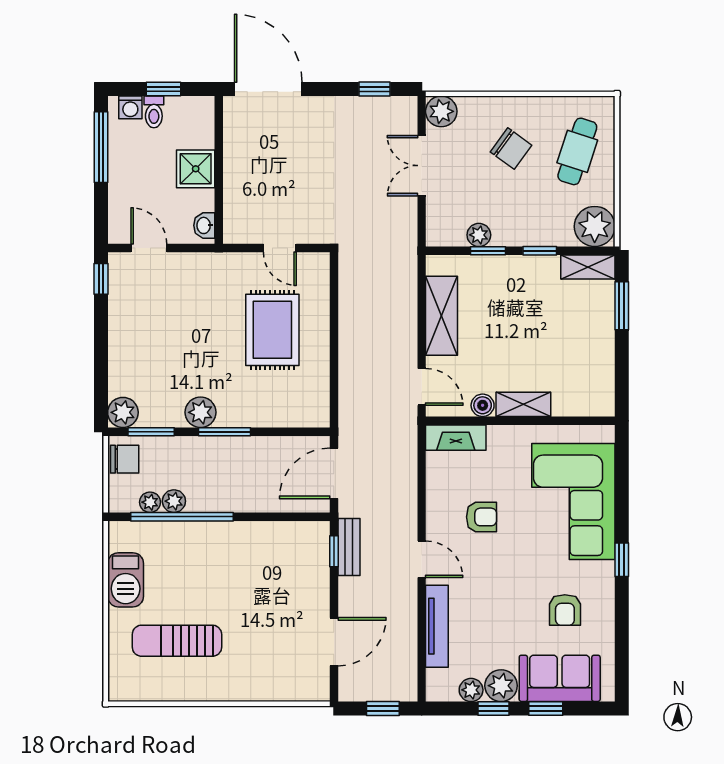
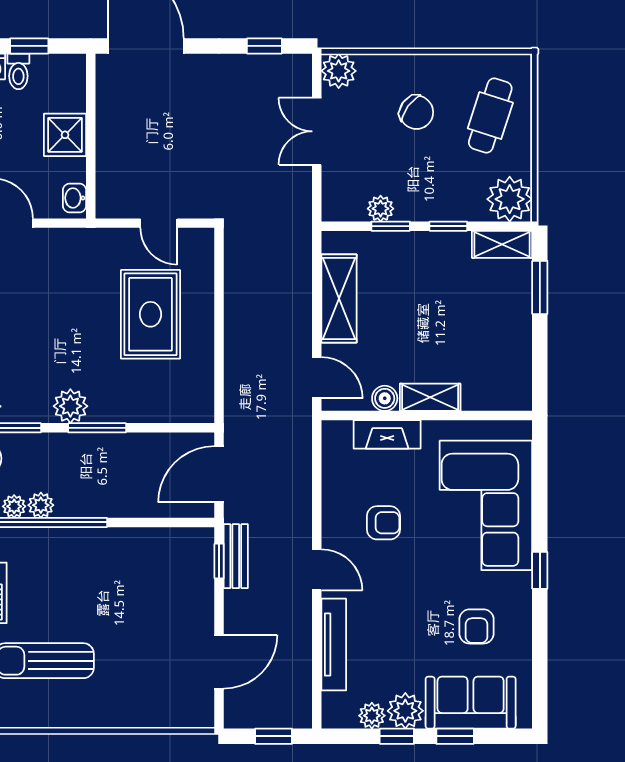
fireplace: (456, 438) -> (387, 434), moved

